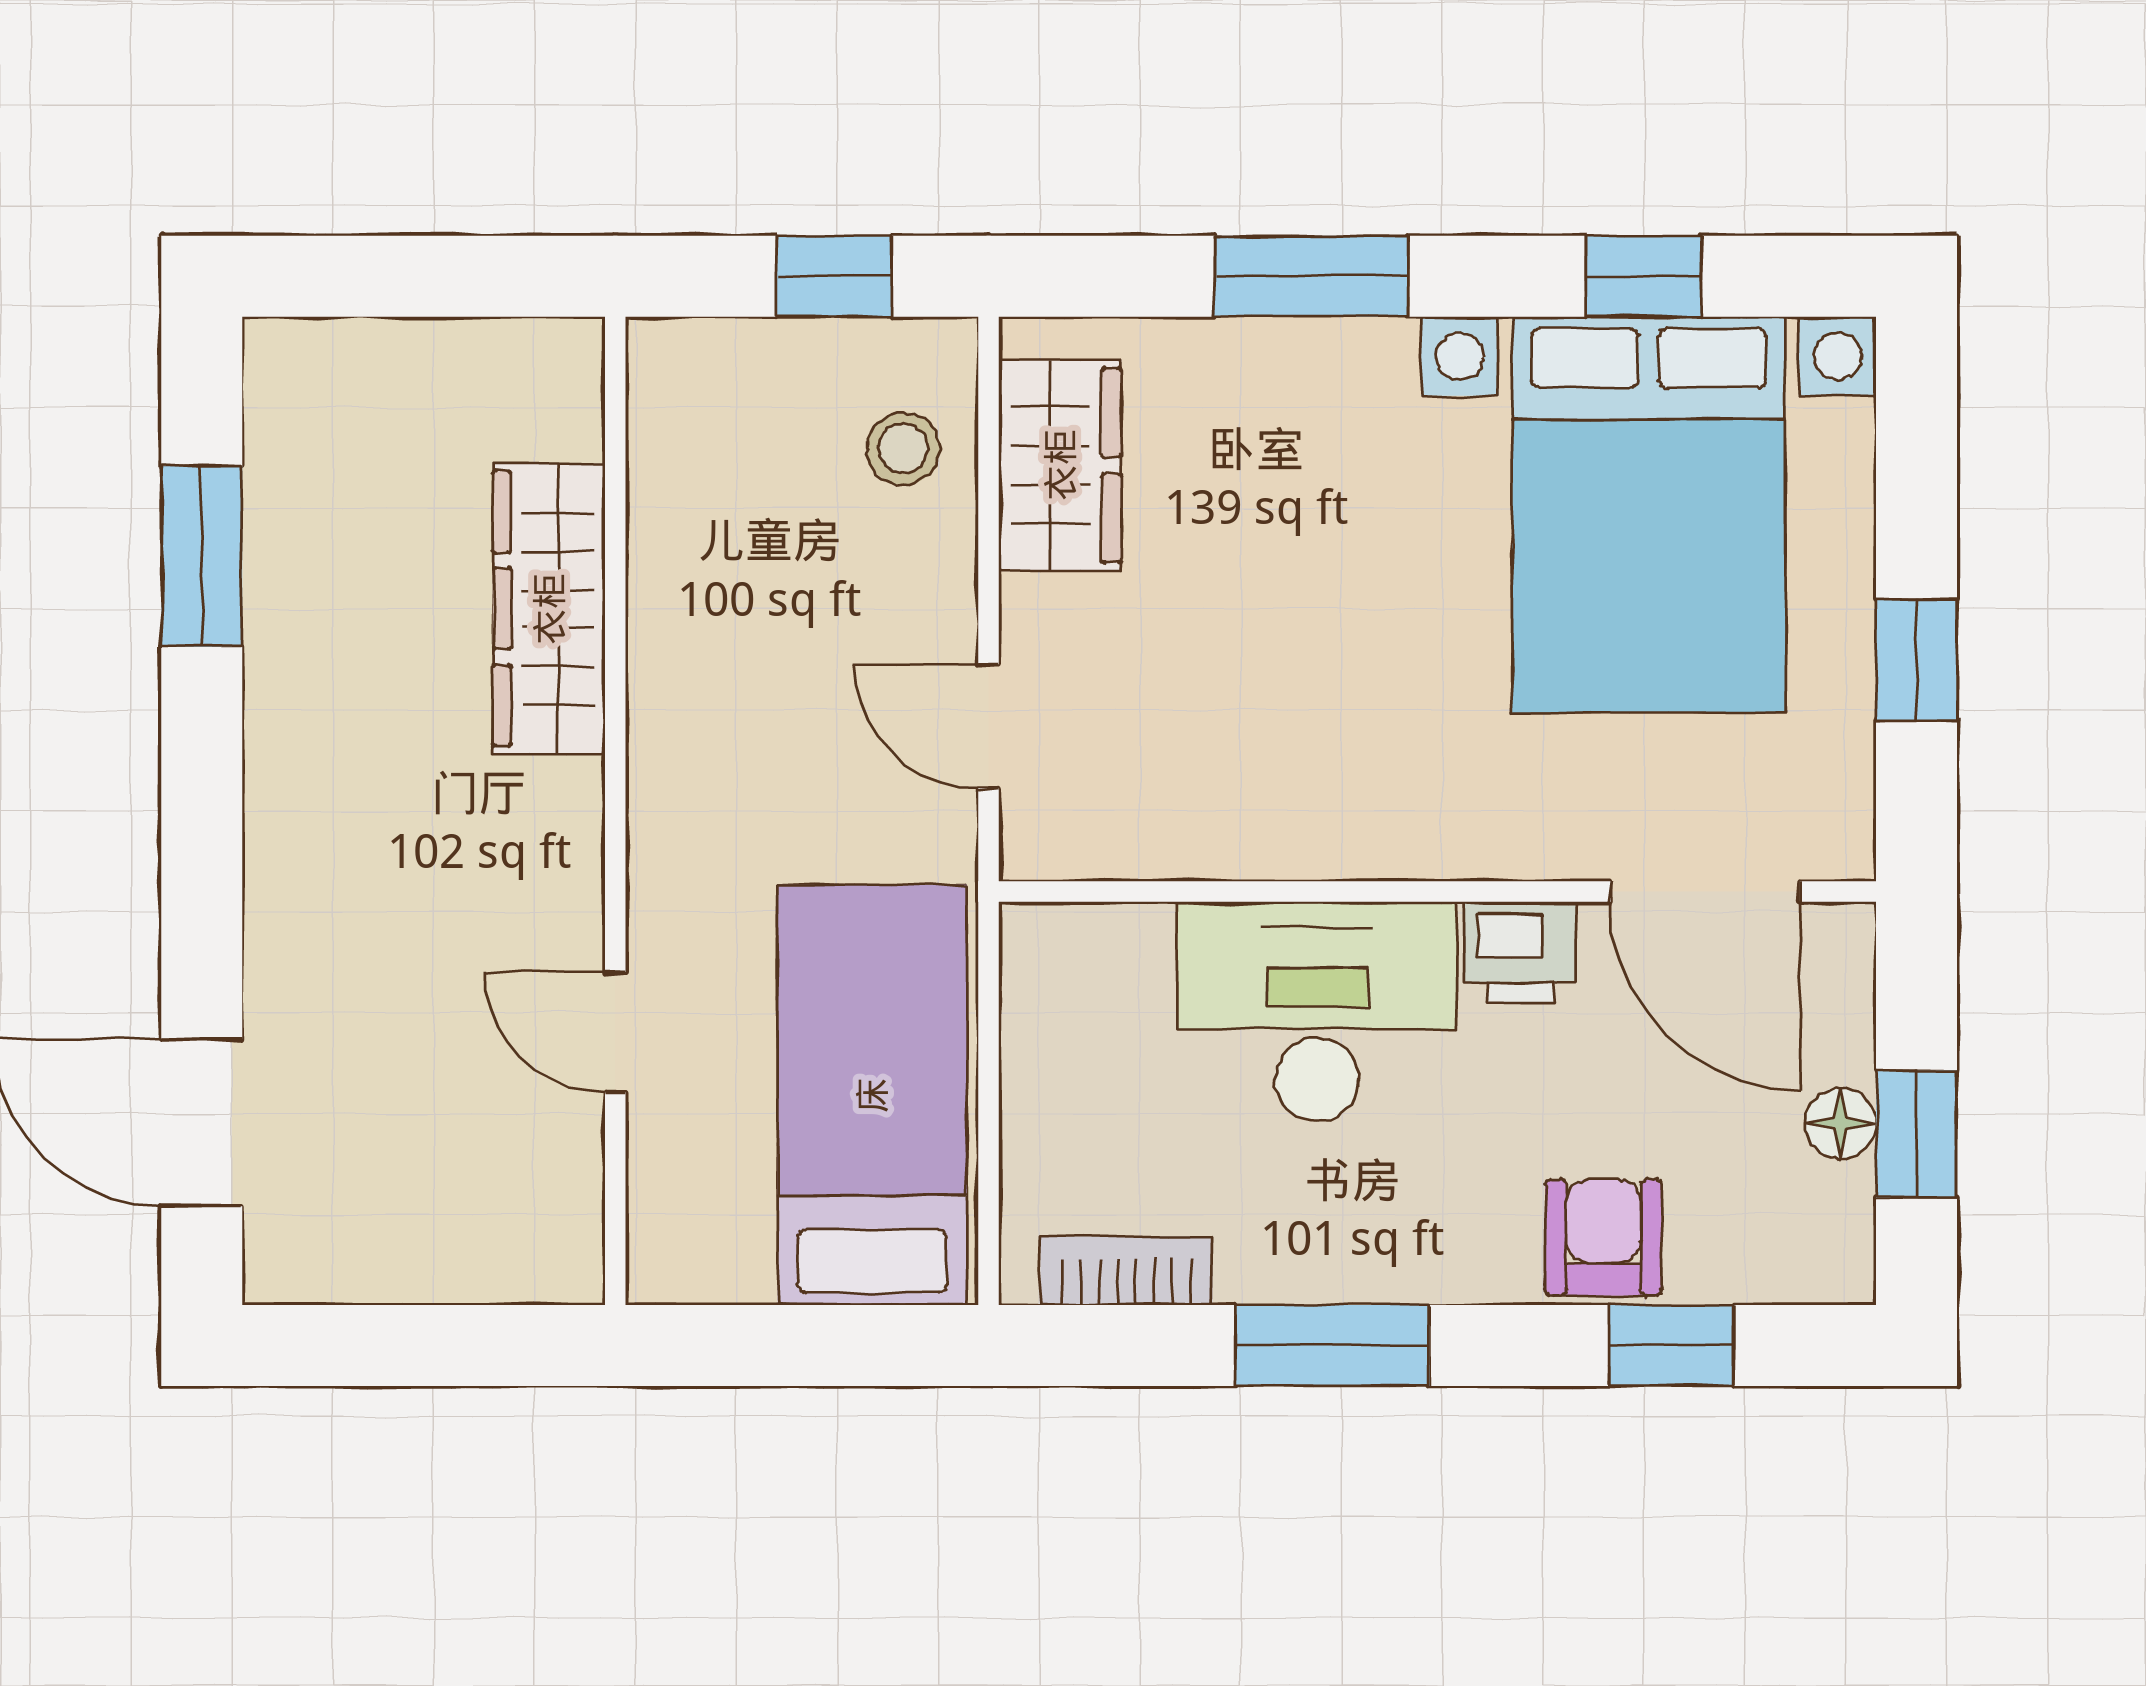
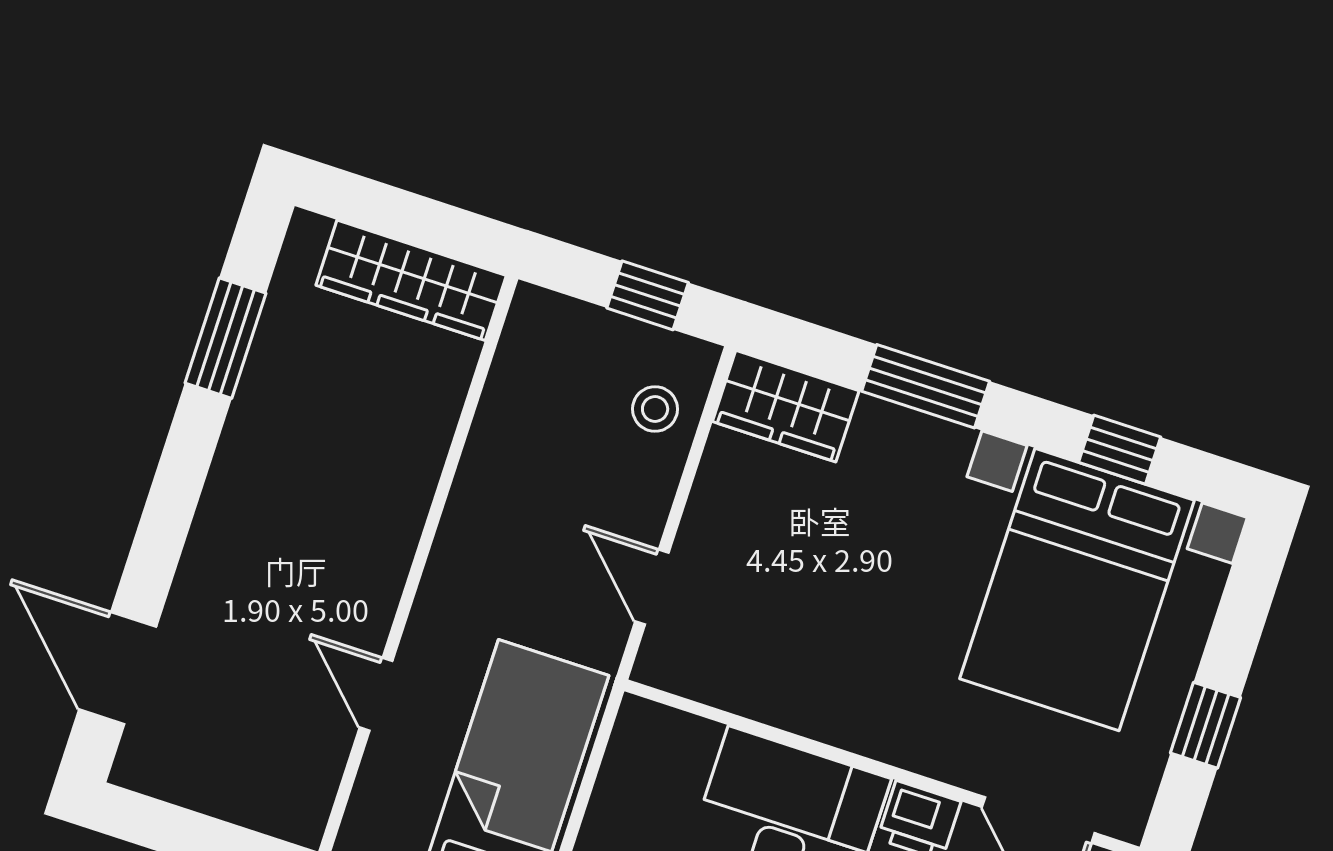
wardrobe: (1060, 465) -> (786, 406), moved, turned 90
wardrobe: (549, 609) -> (411, 280), moved, turned -90

